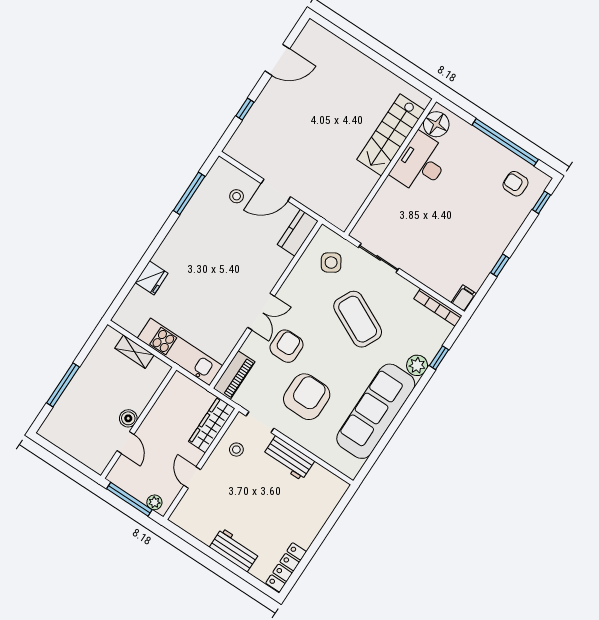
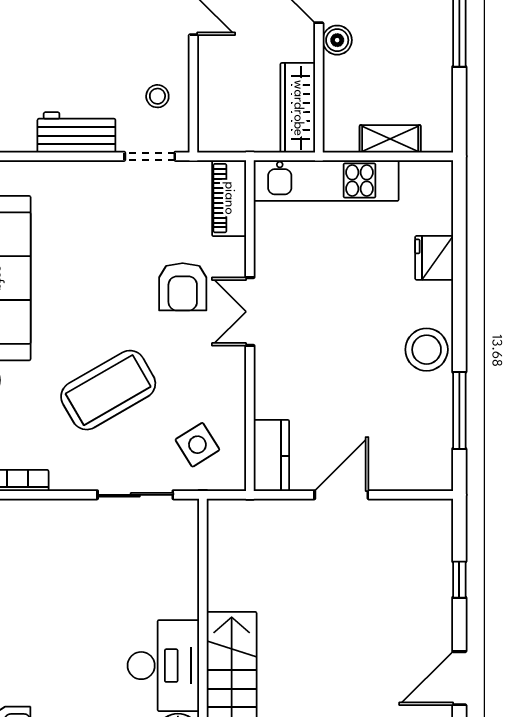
stool: (237, 196) -> (427, 350), moved, width x1.89, depth x1.89
coffee table: (358, 319) -> (108, 390), turned -56
armchair: (307, 397) -> (108, 235), removed
wardrobe: (212, 425) -> (298, 108), moved, turned 180

